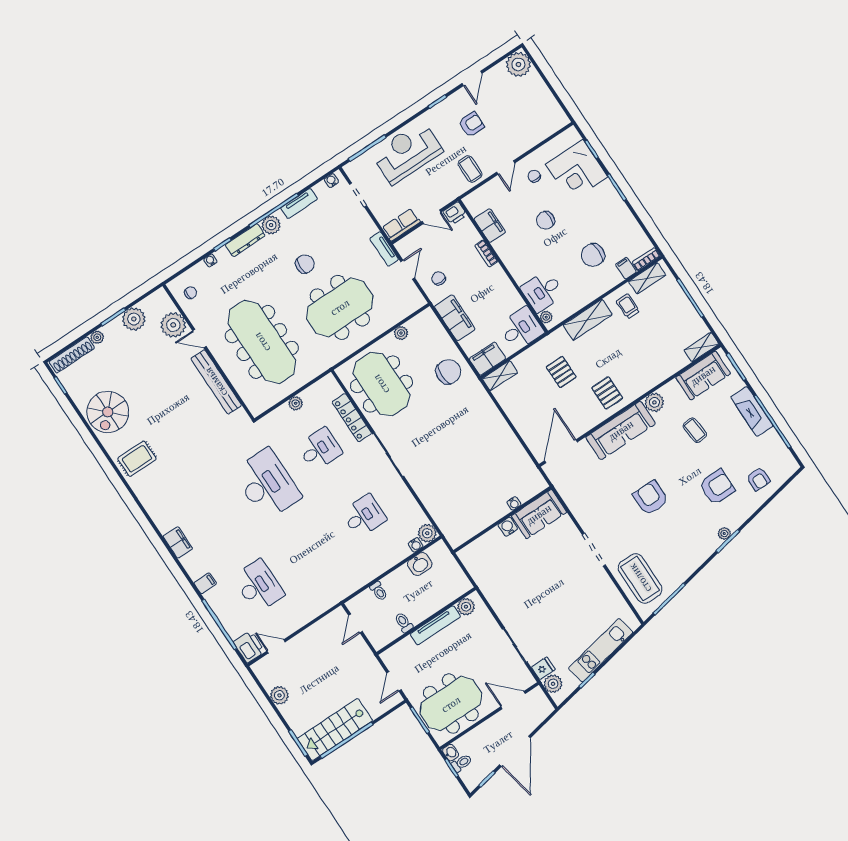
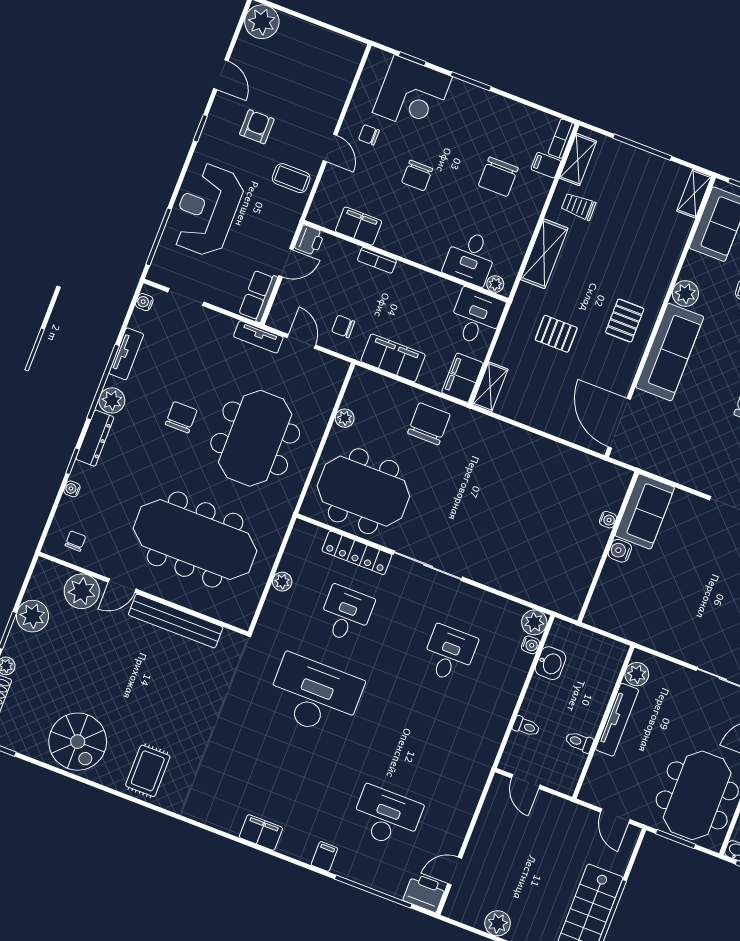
pallet: (607, 393) -> (625, 321), turned 90

